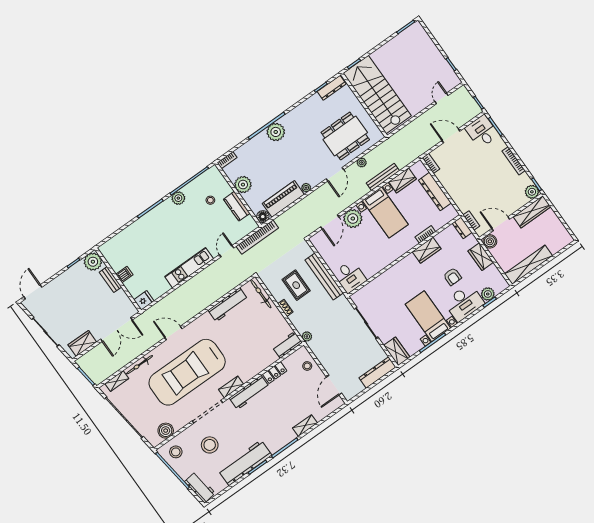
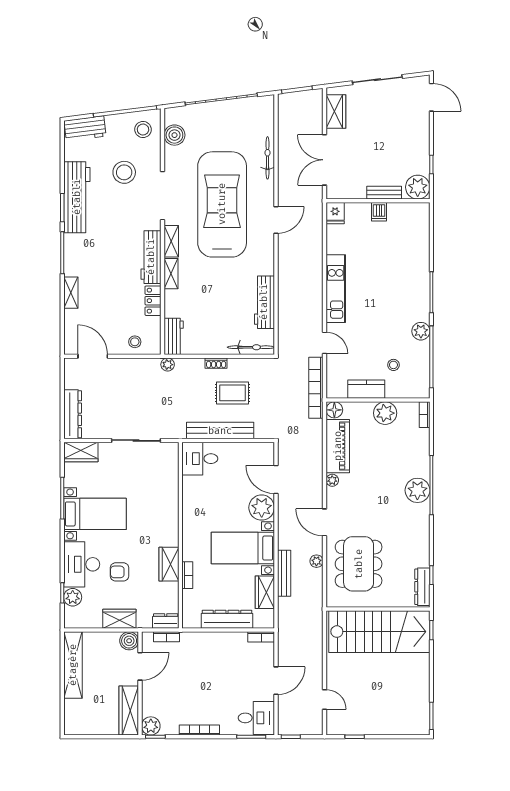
shelving: (117, 381) -> (171, 274), moved

